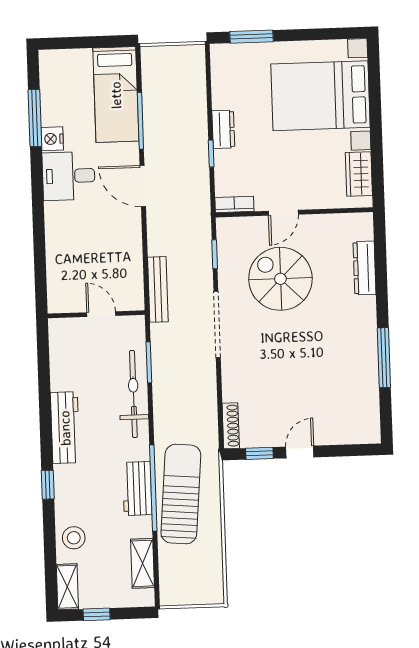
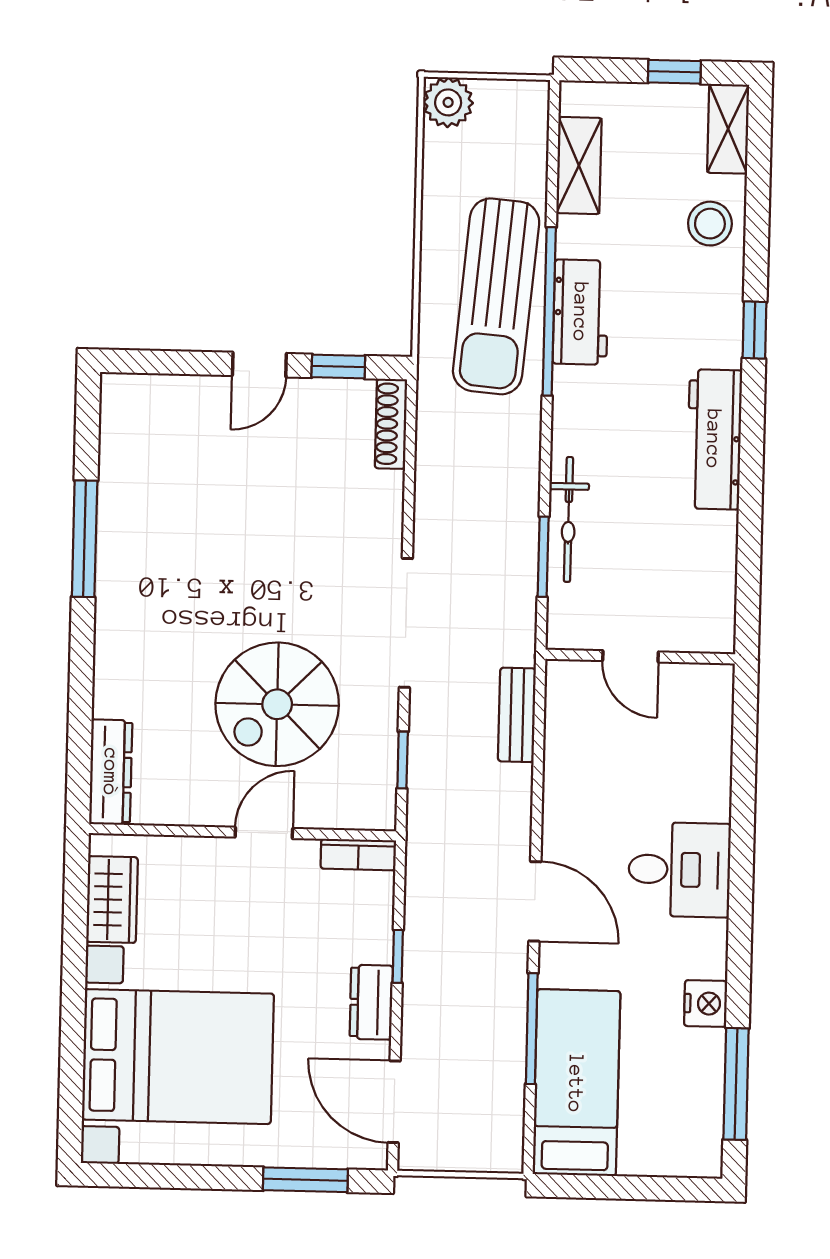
door: (209, 79) -> (394, 1102), added
window: (35, 118) -> (736, 1084), moved
desk: (69, 176) -> (679, 870), moved
dresser: (364, 268) -> (111, 772), moved
spiral stairs: (280, 279) -> (277, 704), turned 90
bench: (158, 289) -> (517, 715), width x0.73
bicycle: (133, 394) -> (568, 519), width x0.73, depth x0.71
plant: (211, 592) -> (448, 102), added

